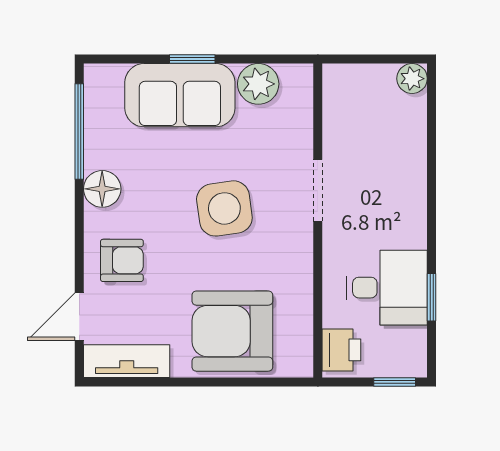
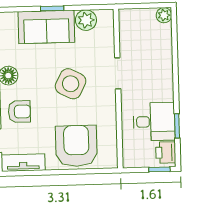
side table: (224, 208) -> (71, 84), turned 35
armchair: (232, 331) -> (76, 146), turned 90
printer: (341, 350) -> (166, 153), moved, turned 180

